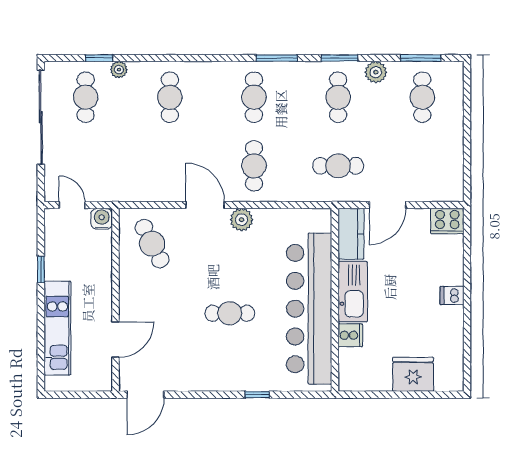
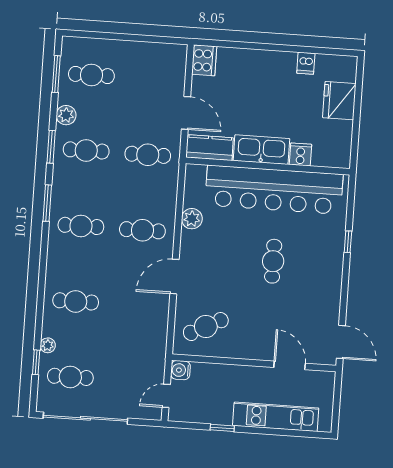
cafe table: (338, 166) -> (148, 155), turned 90
plant: (242, 220) -> (192, 219), moved
dishwasher: (452, 295) -> (306, 63), moved

